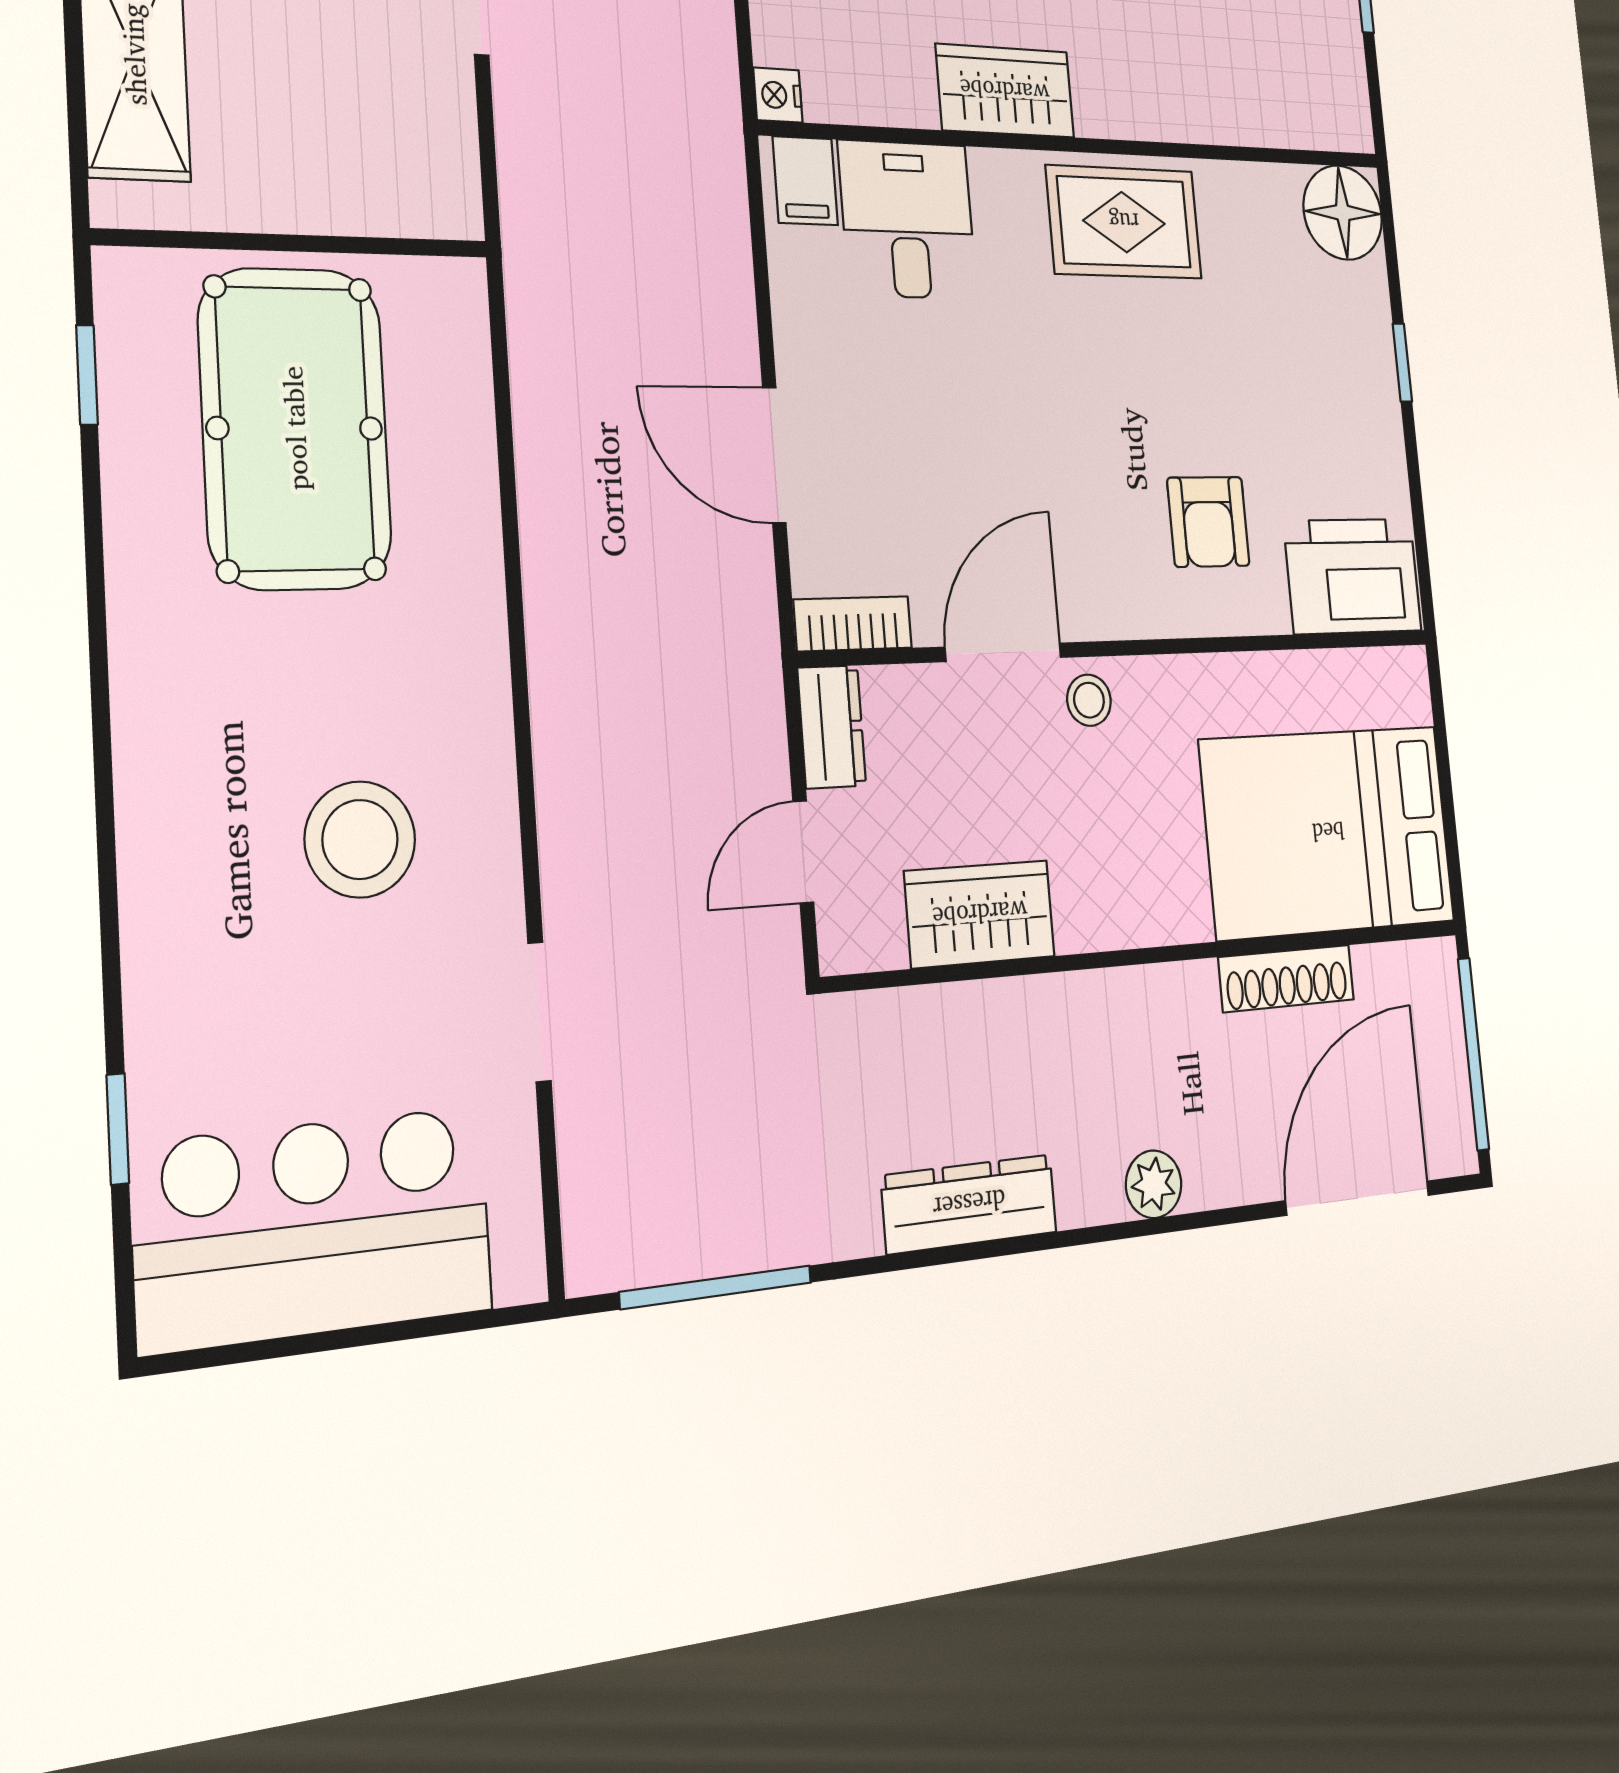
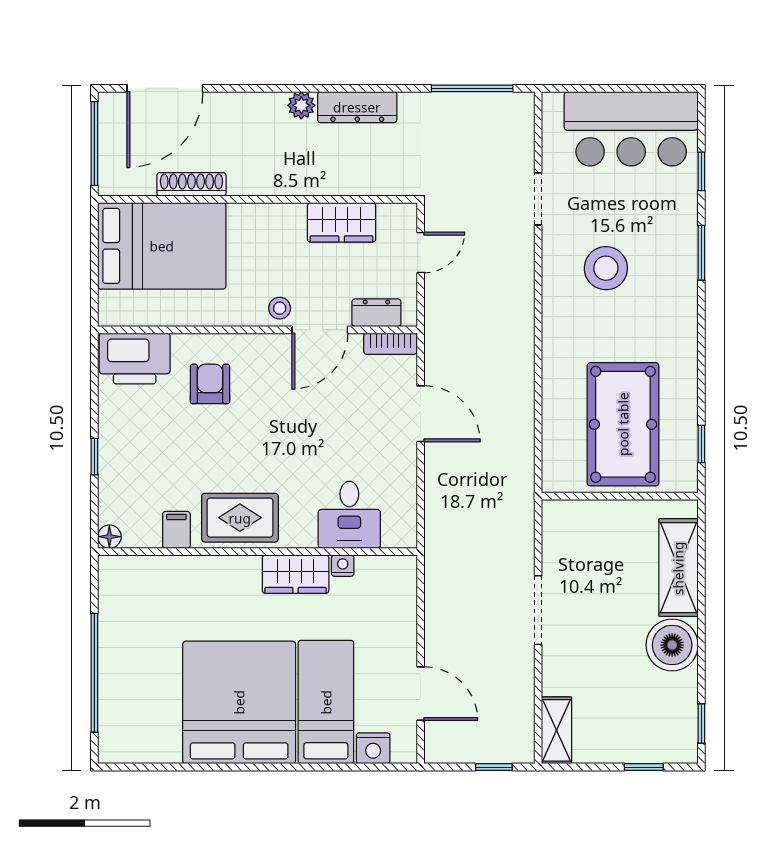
nightstand: (778, 95) -> (343, 566), moved, turned -90
filing cabinet: (805, 181) -> (176, 530), moved
floor lamp: (1343, 213) -> (109, 537), width x0.53, depth x0.53
dresser: (832, 727) -> (376, 313), moved, turned 90
window: (108, 898) -> (701, 253), added
plant: (1154, 1184) -> (301, 105), moved

